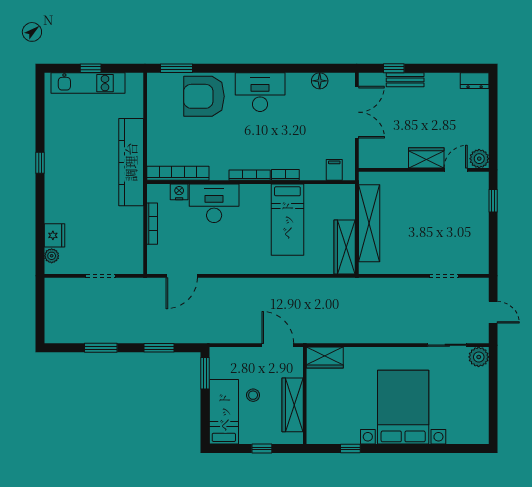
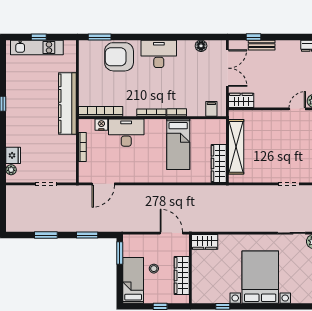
wardrobe: (426, 158) -> (241, 100), moved

